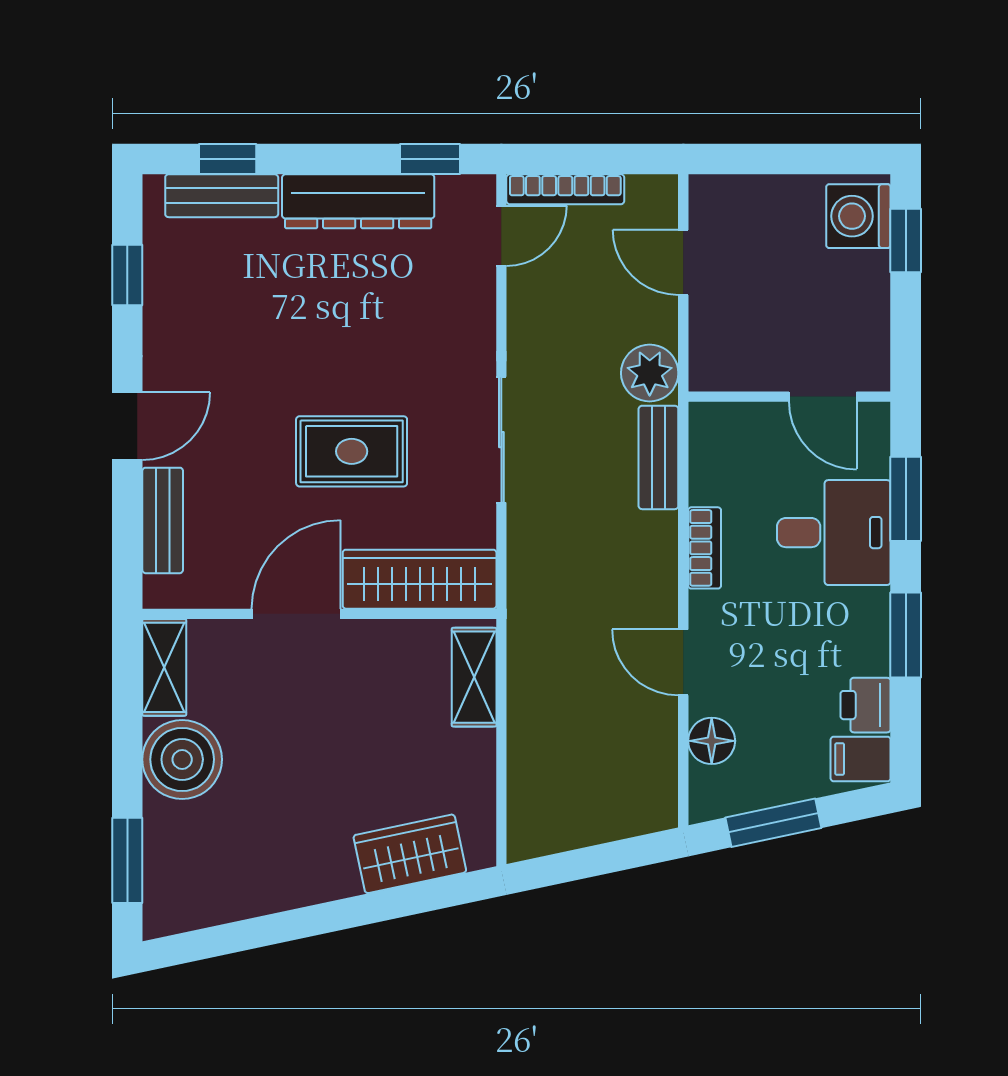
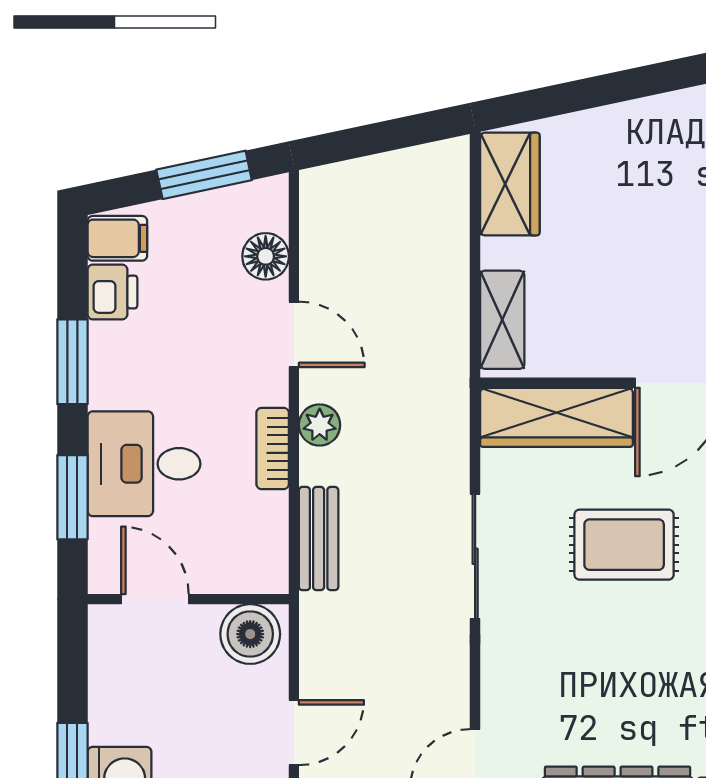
door: (683, 262) -> (294, 733), hinge flipped
boiler: (727, 362) -> (250, 634), added
plant: (650, 373) -> (320, 425), moved, width x0.73, depth x0.73
wardrobe: (410, 854) -> (510, 184), moved, turned -78

